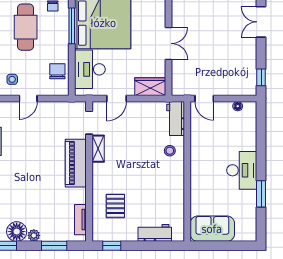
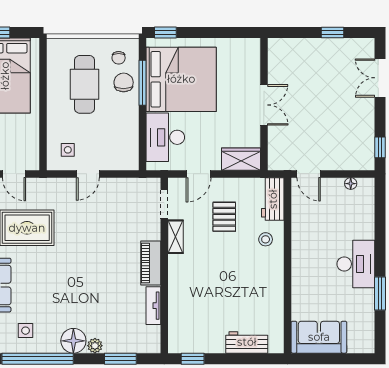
chair: (57, 71) -> (124, 82), moved
piano: (76, 163) -> (151, 263), width x0.73, depth x0.75
pallet: (115, 206) -> (224, 217), moved
tv unit: (80, 220) -> (153, 306), moved

